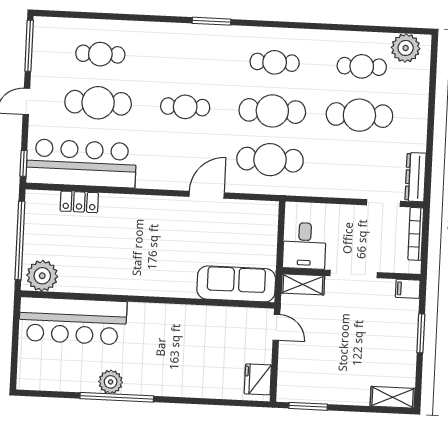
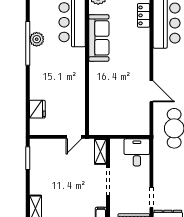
desk: (304, 246) -> (137, 152), moved, turned 90
sofa: (236, 284) -> (99, 38), moved
fridge: (258, 379) -> (37, 109), moved, turned 90

